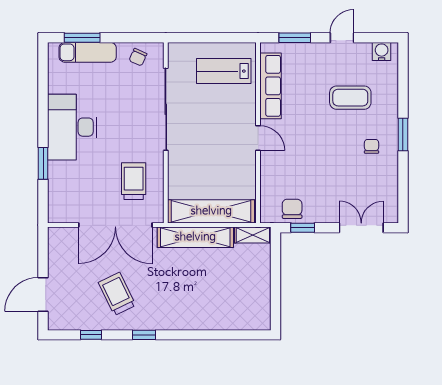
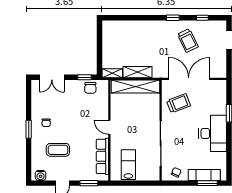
lab bench: (224, 71) -> (128, 165), turned -90
trolley: (134, 181) -> (179, 103), turned -111
shelving: (195, 237) -> (138, 72), width x0.68

